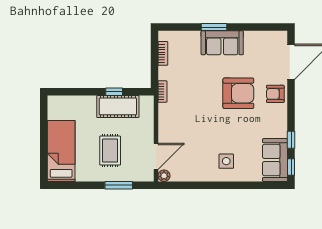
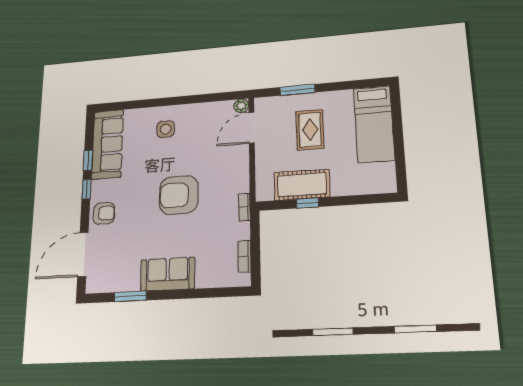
window: (214, 27) -> (130, 296), moved
armchair: (238, 93) -> (179, 195), moved
sofa: (275, 160) -> (107, 144), width x1.36
window: (291, 167) -> (86, 189), moved

